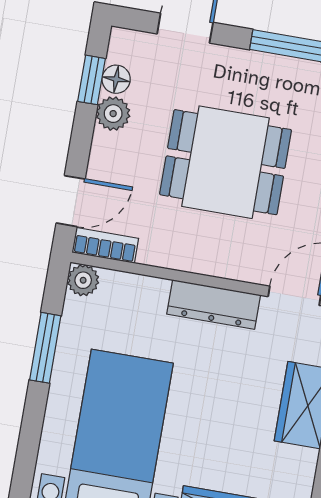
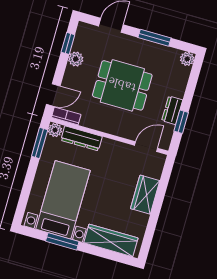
floor lamp: (116, 79) -> (79, 44), removed
dresser: (214, 304) -> (82, 138), moved
window: (45, 348) -> (40, 143), moved

